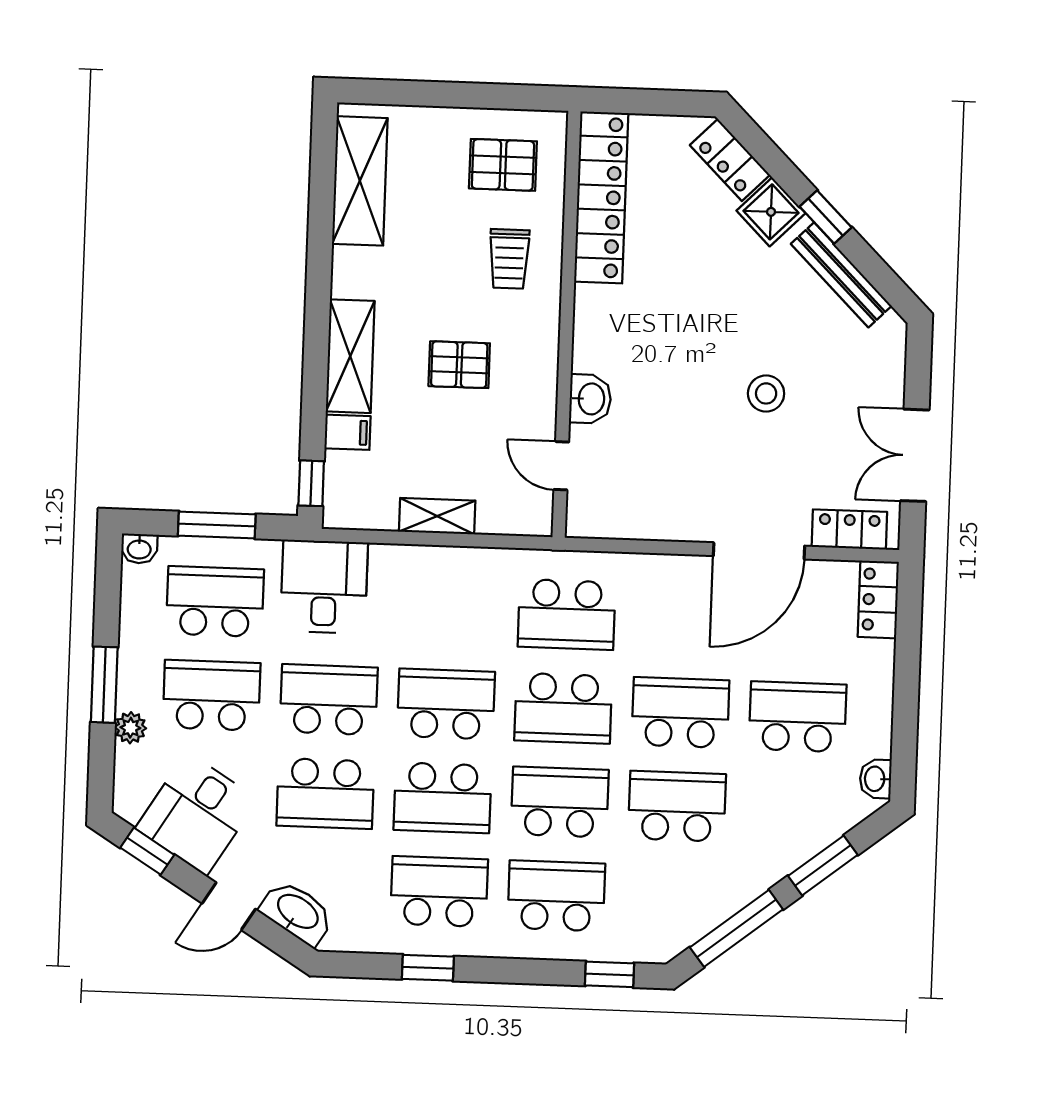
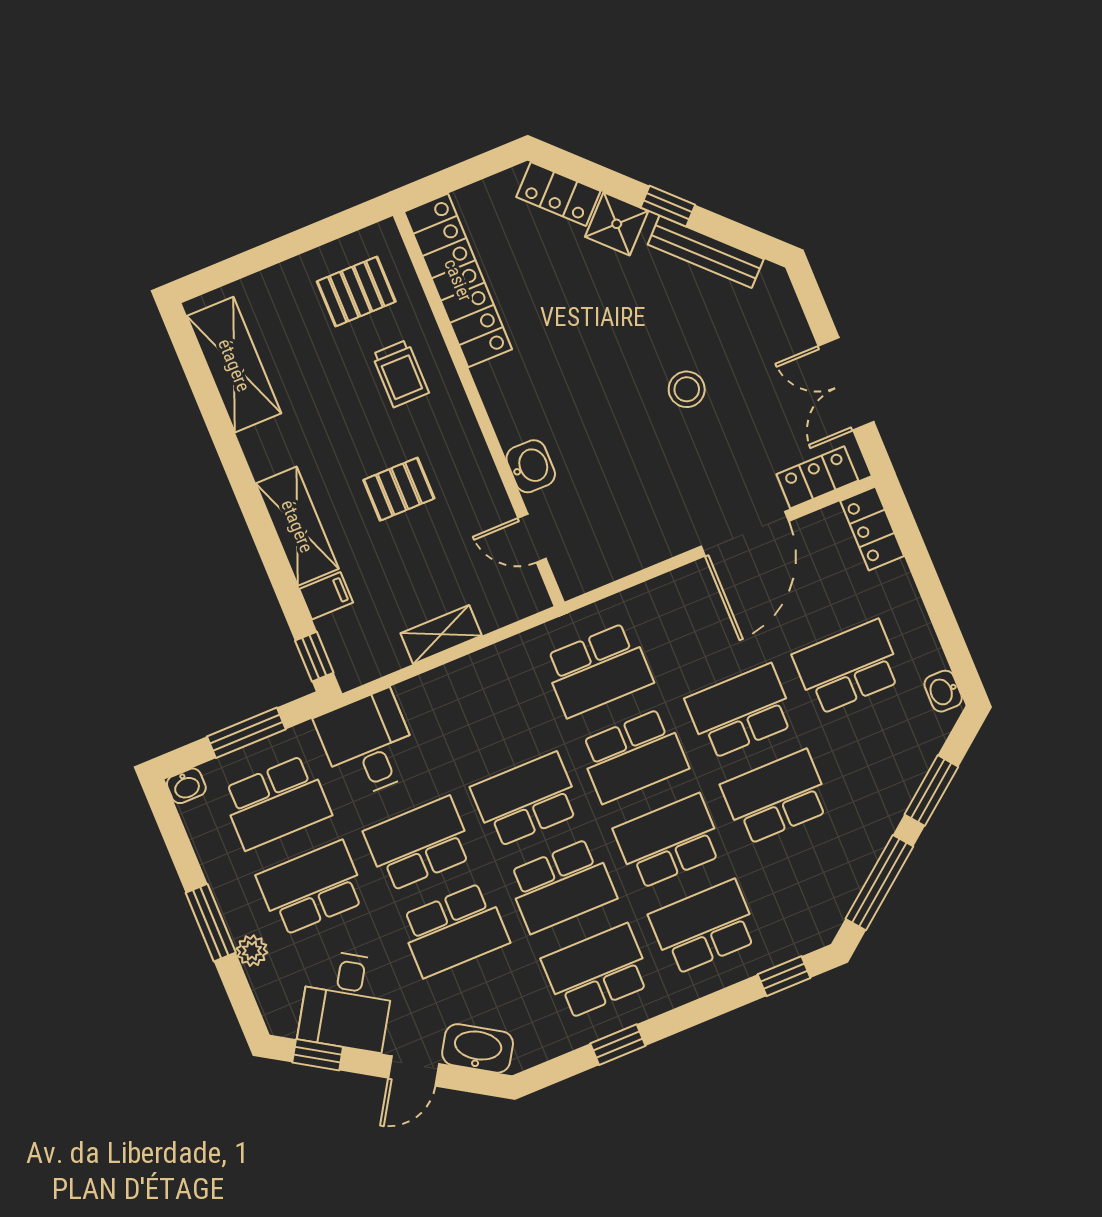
school desk: (215, 602) -> (276, 802), turned 180

